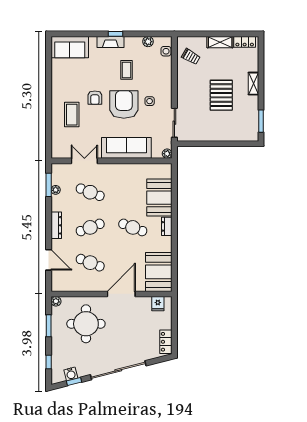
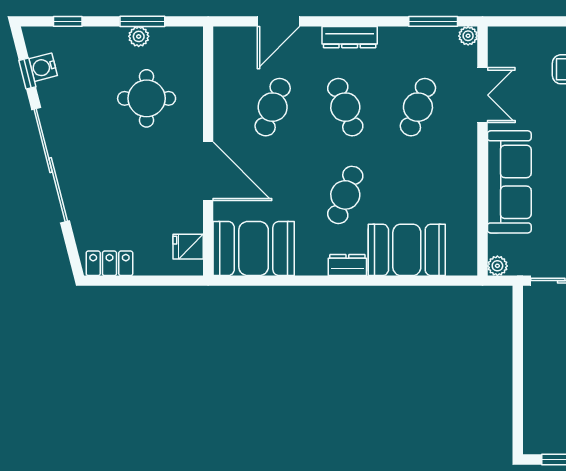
plant: (56, 190) -> (468, 36), moved
plant: (56, 301) -> (139, 36), moved
round table: (86, 324) -> (147, 98), width x0.73, depth x0.73

